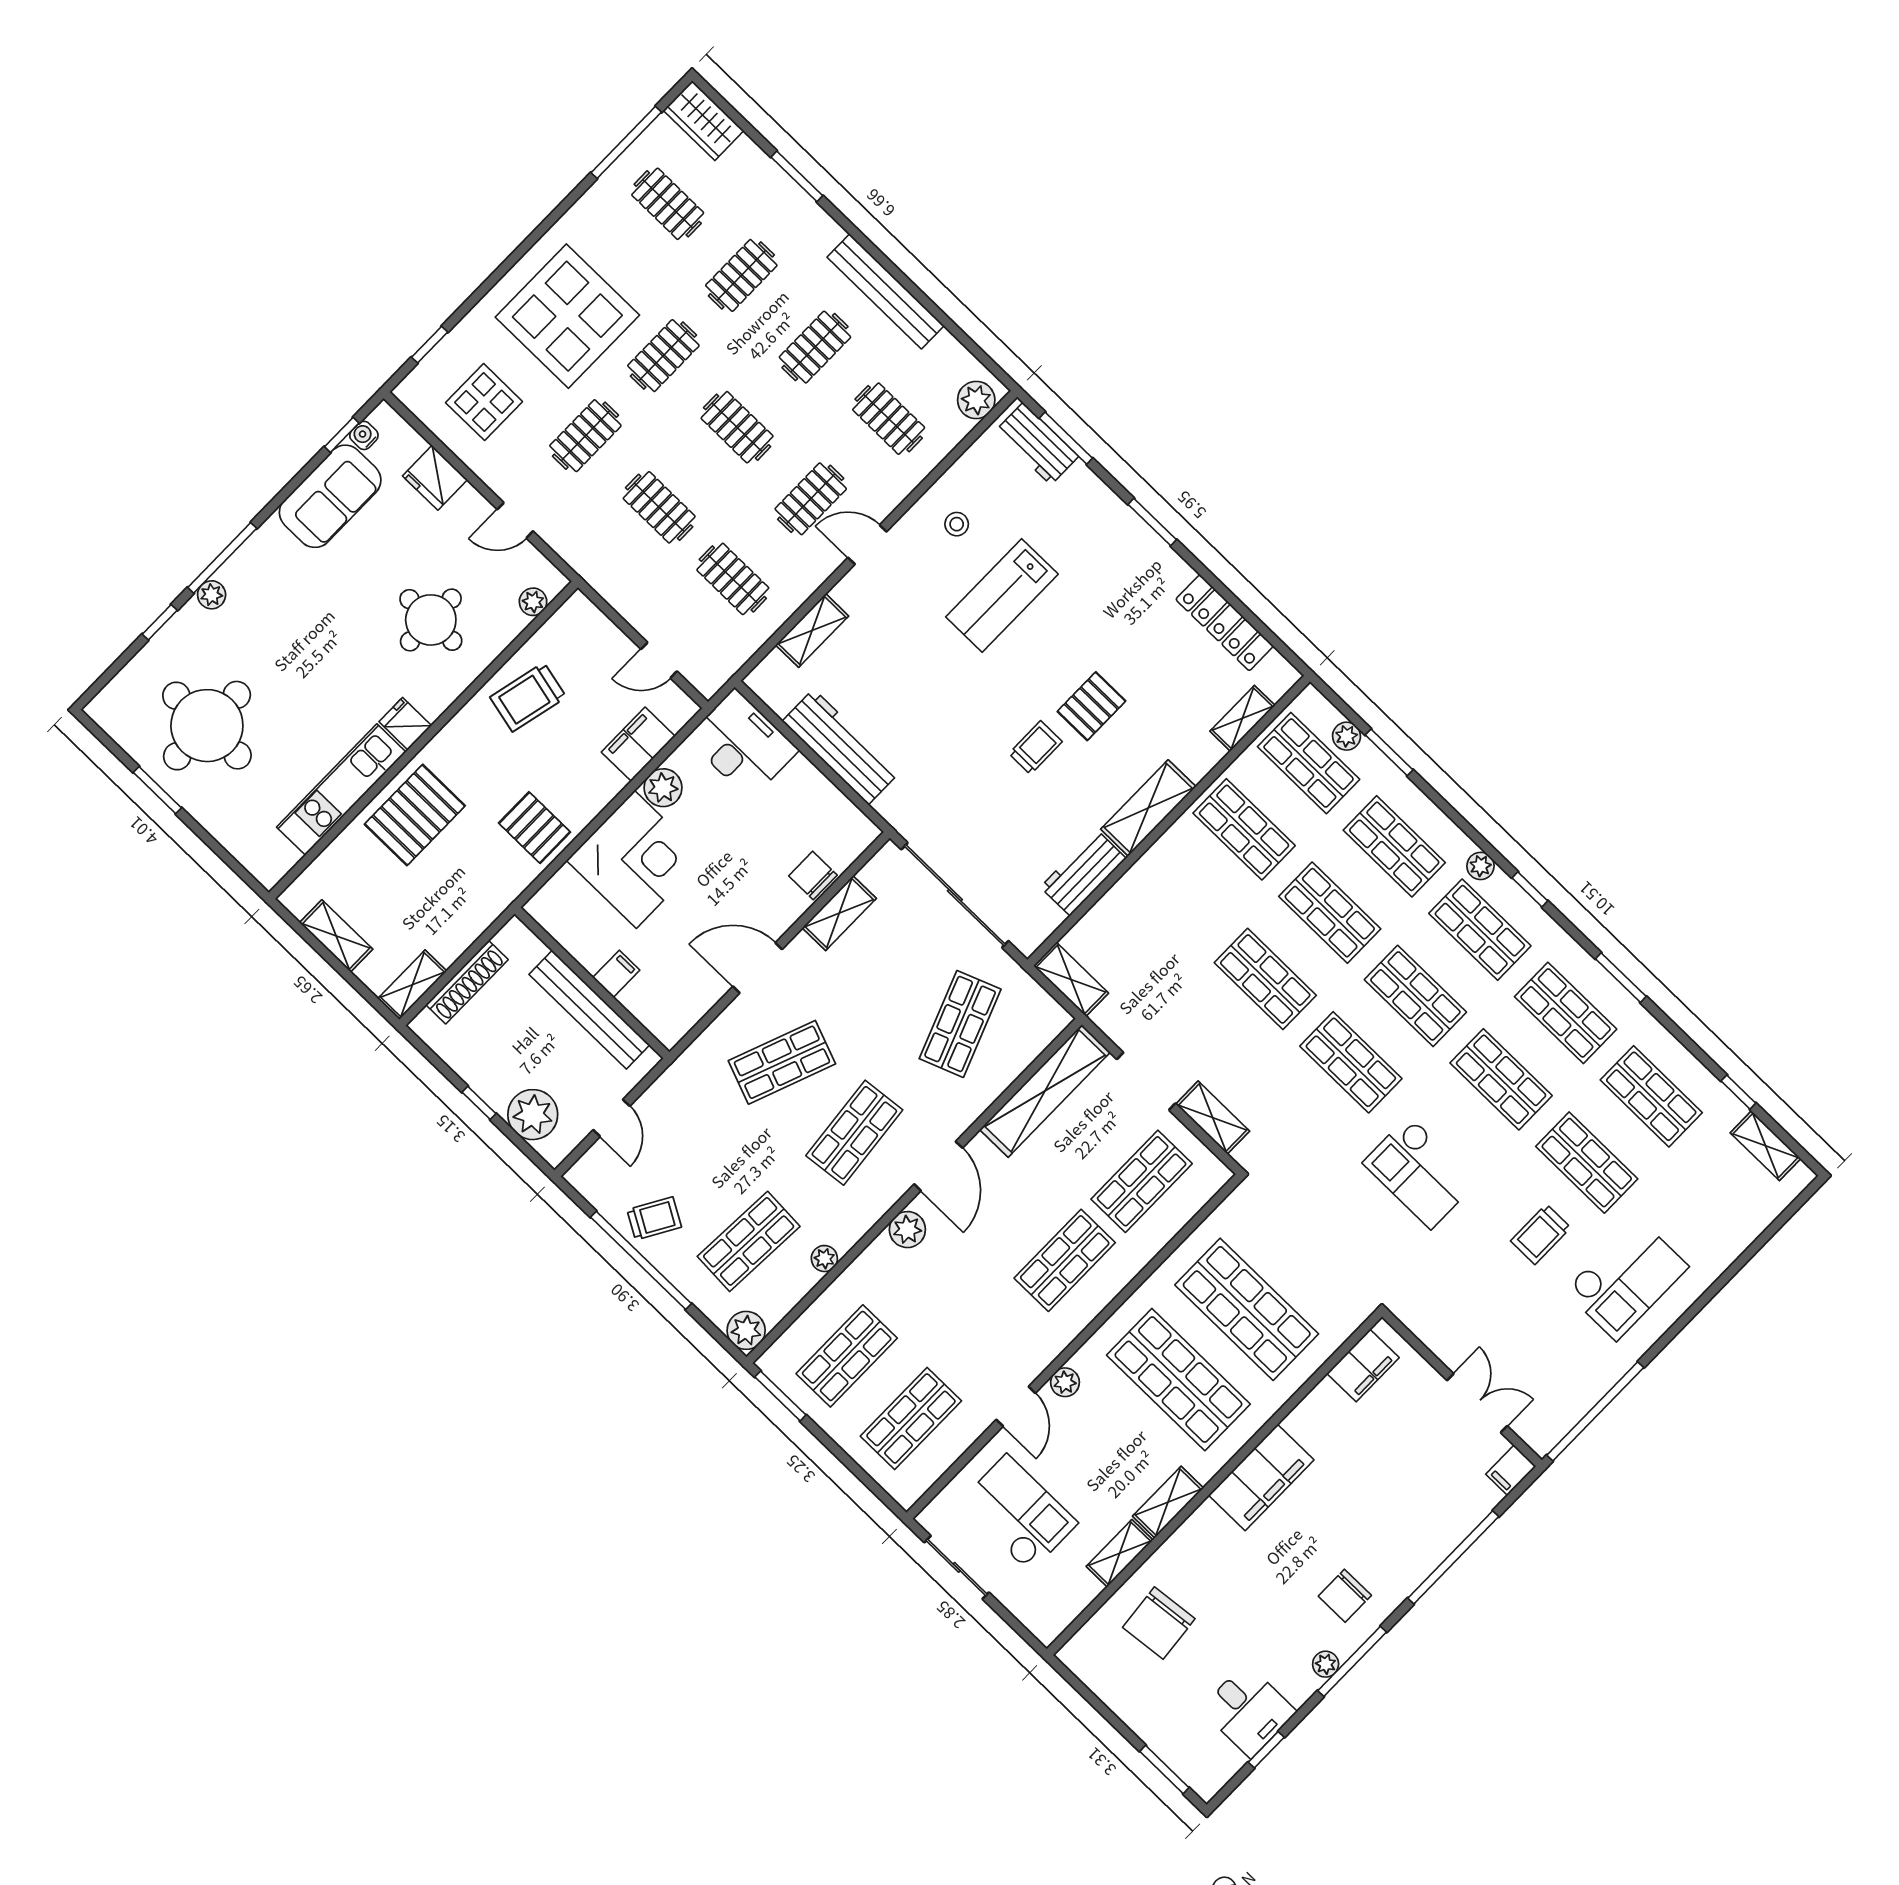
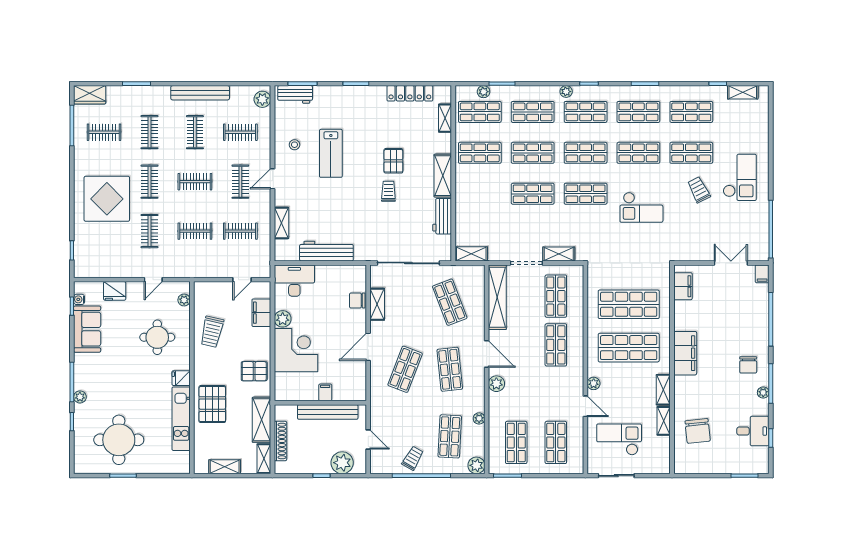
display table: (484, 402) -> (107, 252), removed
shelving: (470, 918) -> (262, 420), added
trolley: (1541, 1234) -> (699, 190), turned 153

